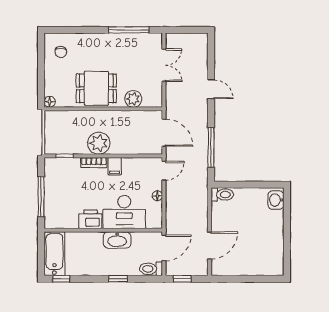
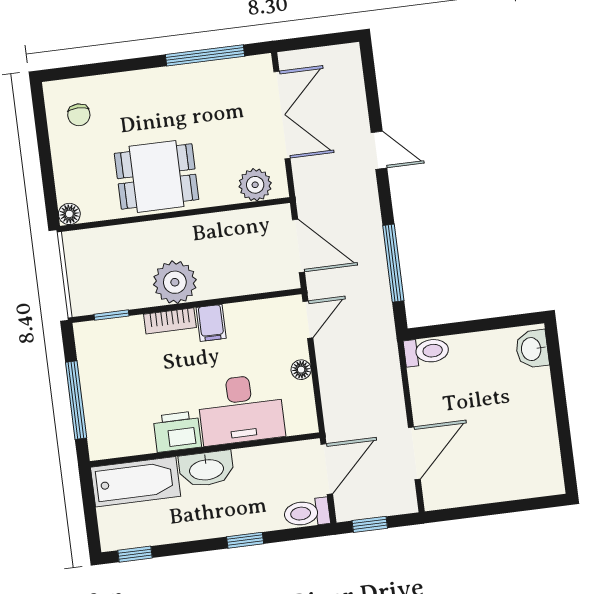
double door: (164, 65) -> (282, 115), width x1.37
plant: (133, 99) -> (255, 185), moved
washbasin: (117, 240) -> (206, 469), moved
bathtub: (54, 254) -> (136, 482), moved, turned 90

